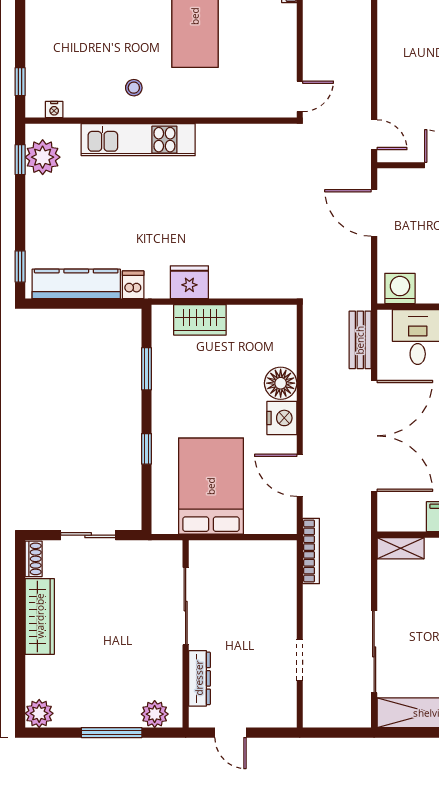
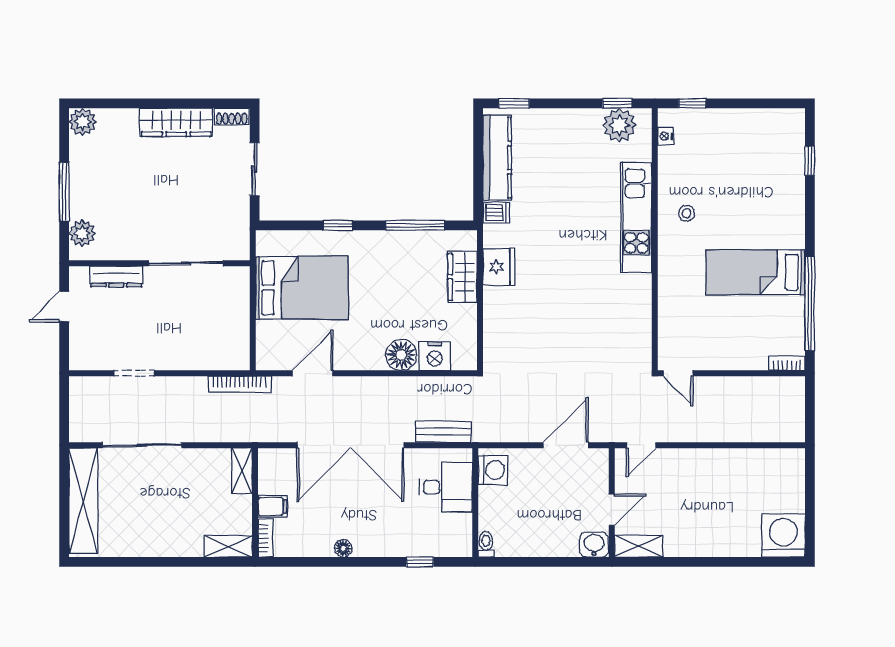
window: (147, 369) -> (415, 225), width x1.44
nightstand: (282, 418) -> (435, 356), moved

